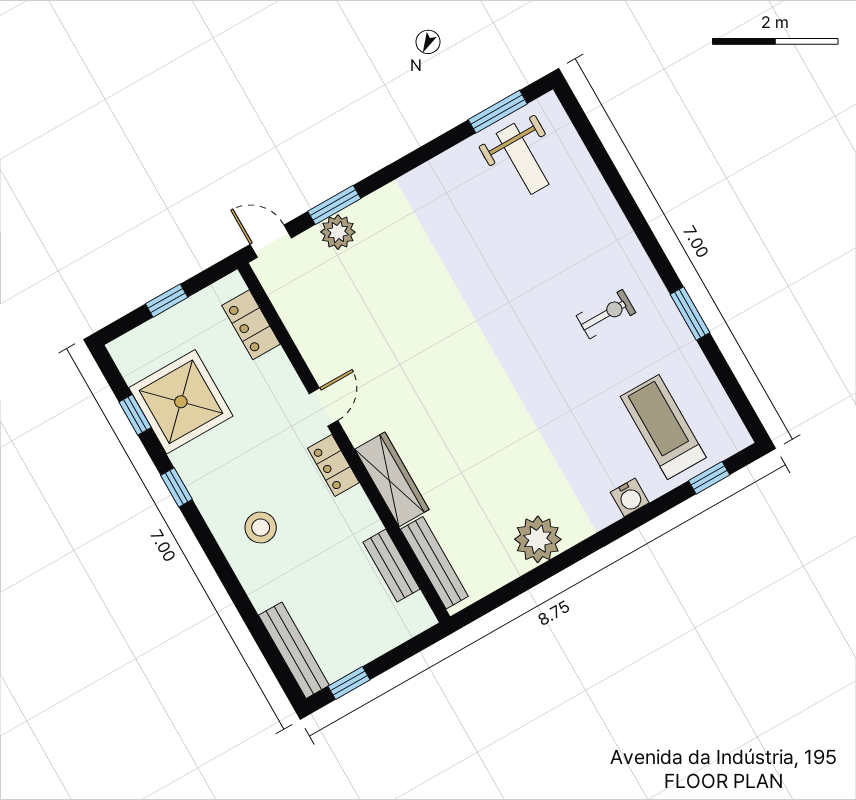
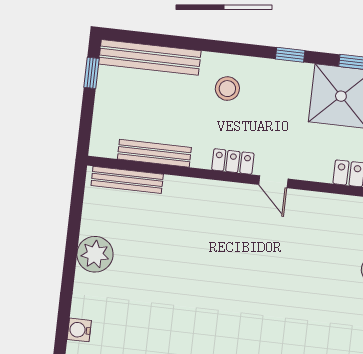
wardrobe: (392, 479) -> (198, 191), removed
bench: (392, 566) -> (154, 153), width x1.36
bench: (294, 650) -> (150, 57), width x1.37, depth x1.21

